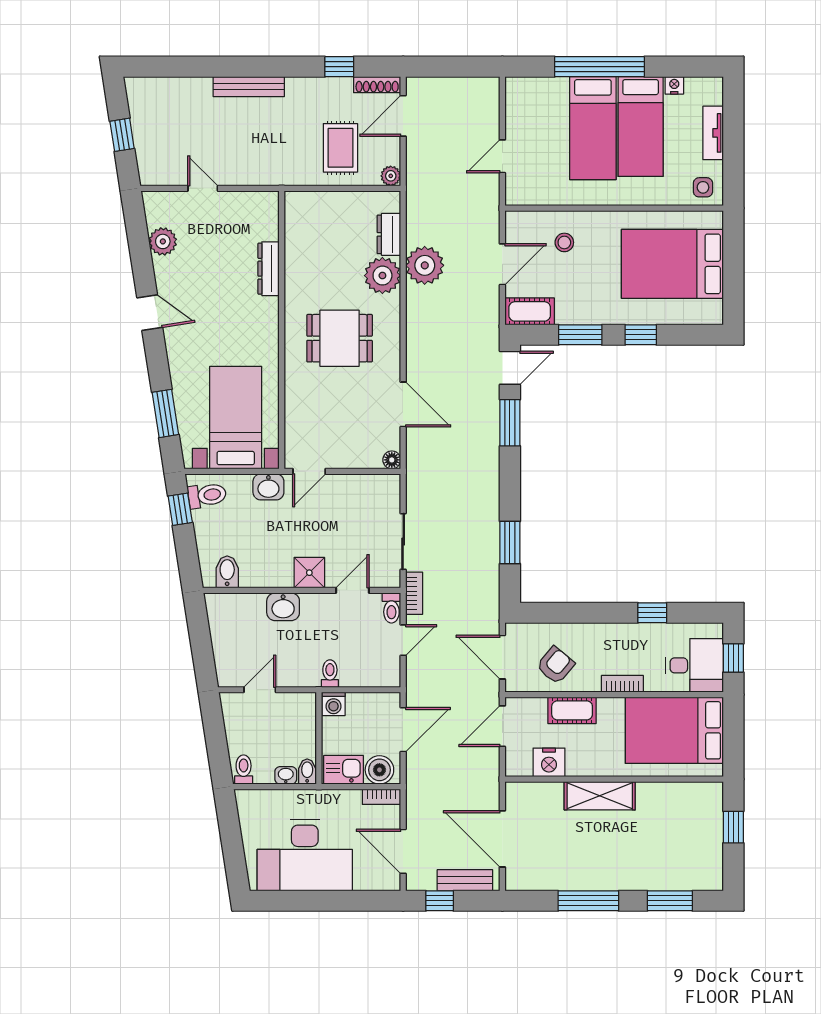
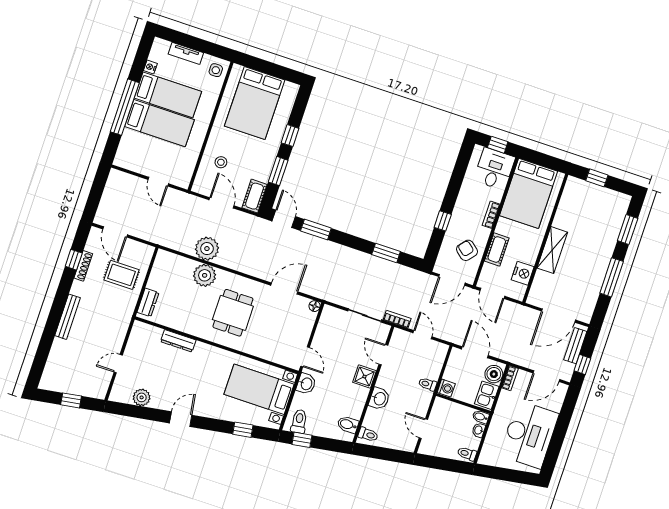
shoe rack: (377, 85) -> (83, 266), moved
plant: (391, 176) -> (148, 251), removed
dresser: (389, 234) -> (148, 302), moved, turned -90
window: (165, 413) -> (243, 430), width x0.67
toilet: (391, 608) -> (368, 435), moved
window: (652, 613) -> (443, 221), moved

